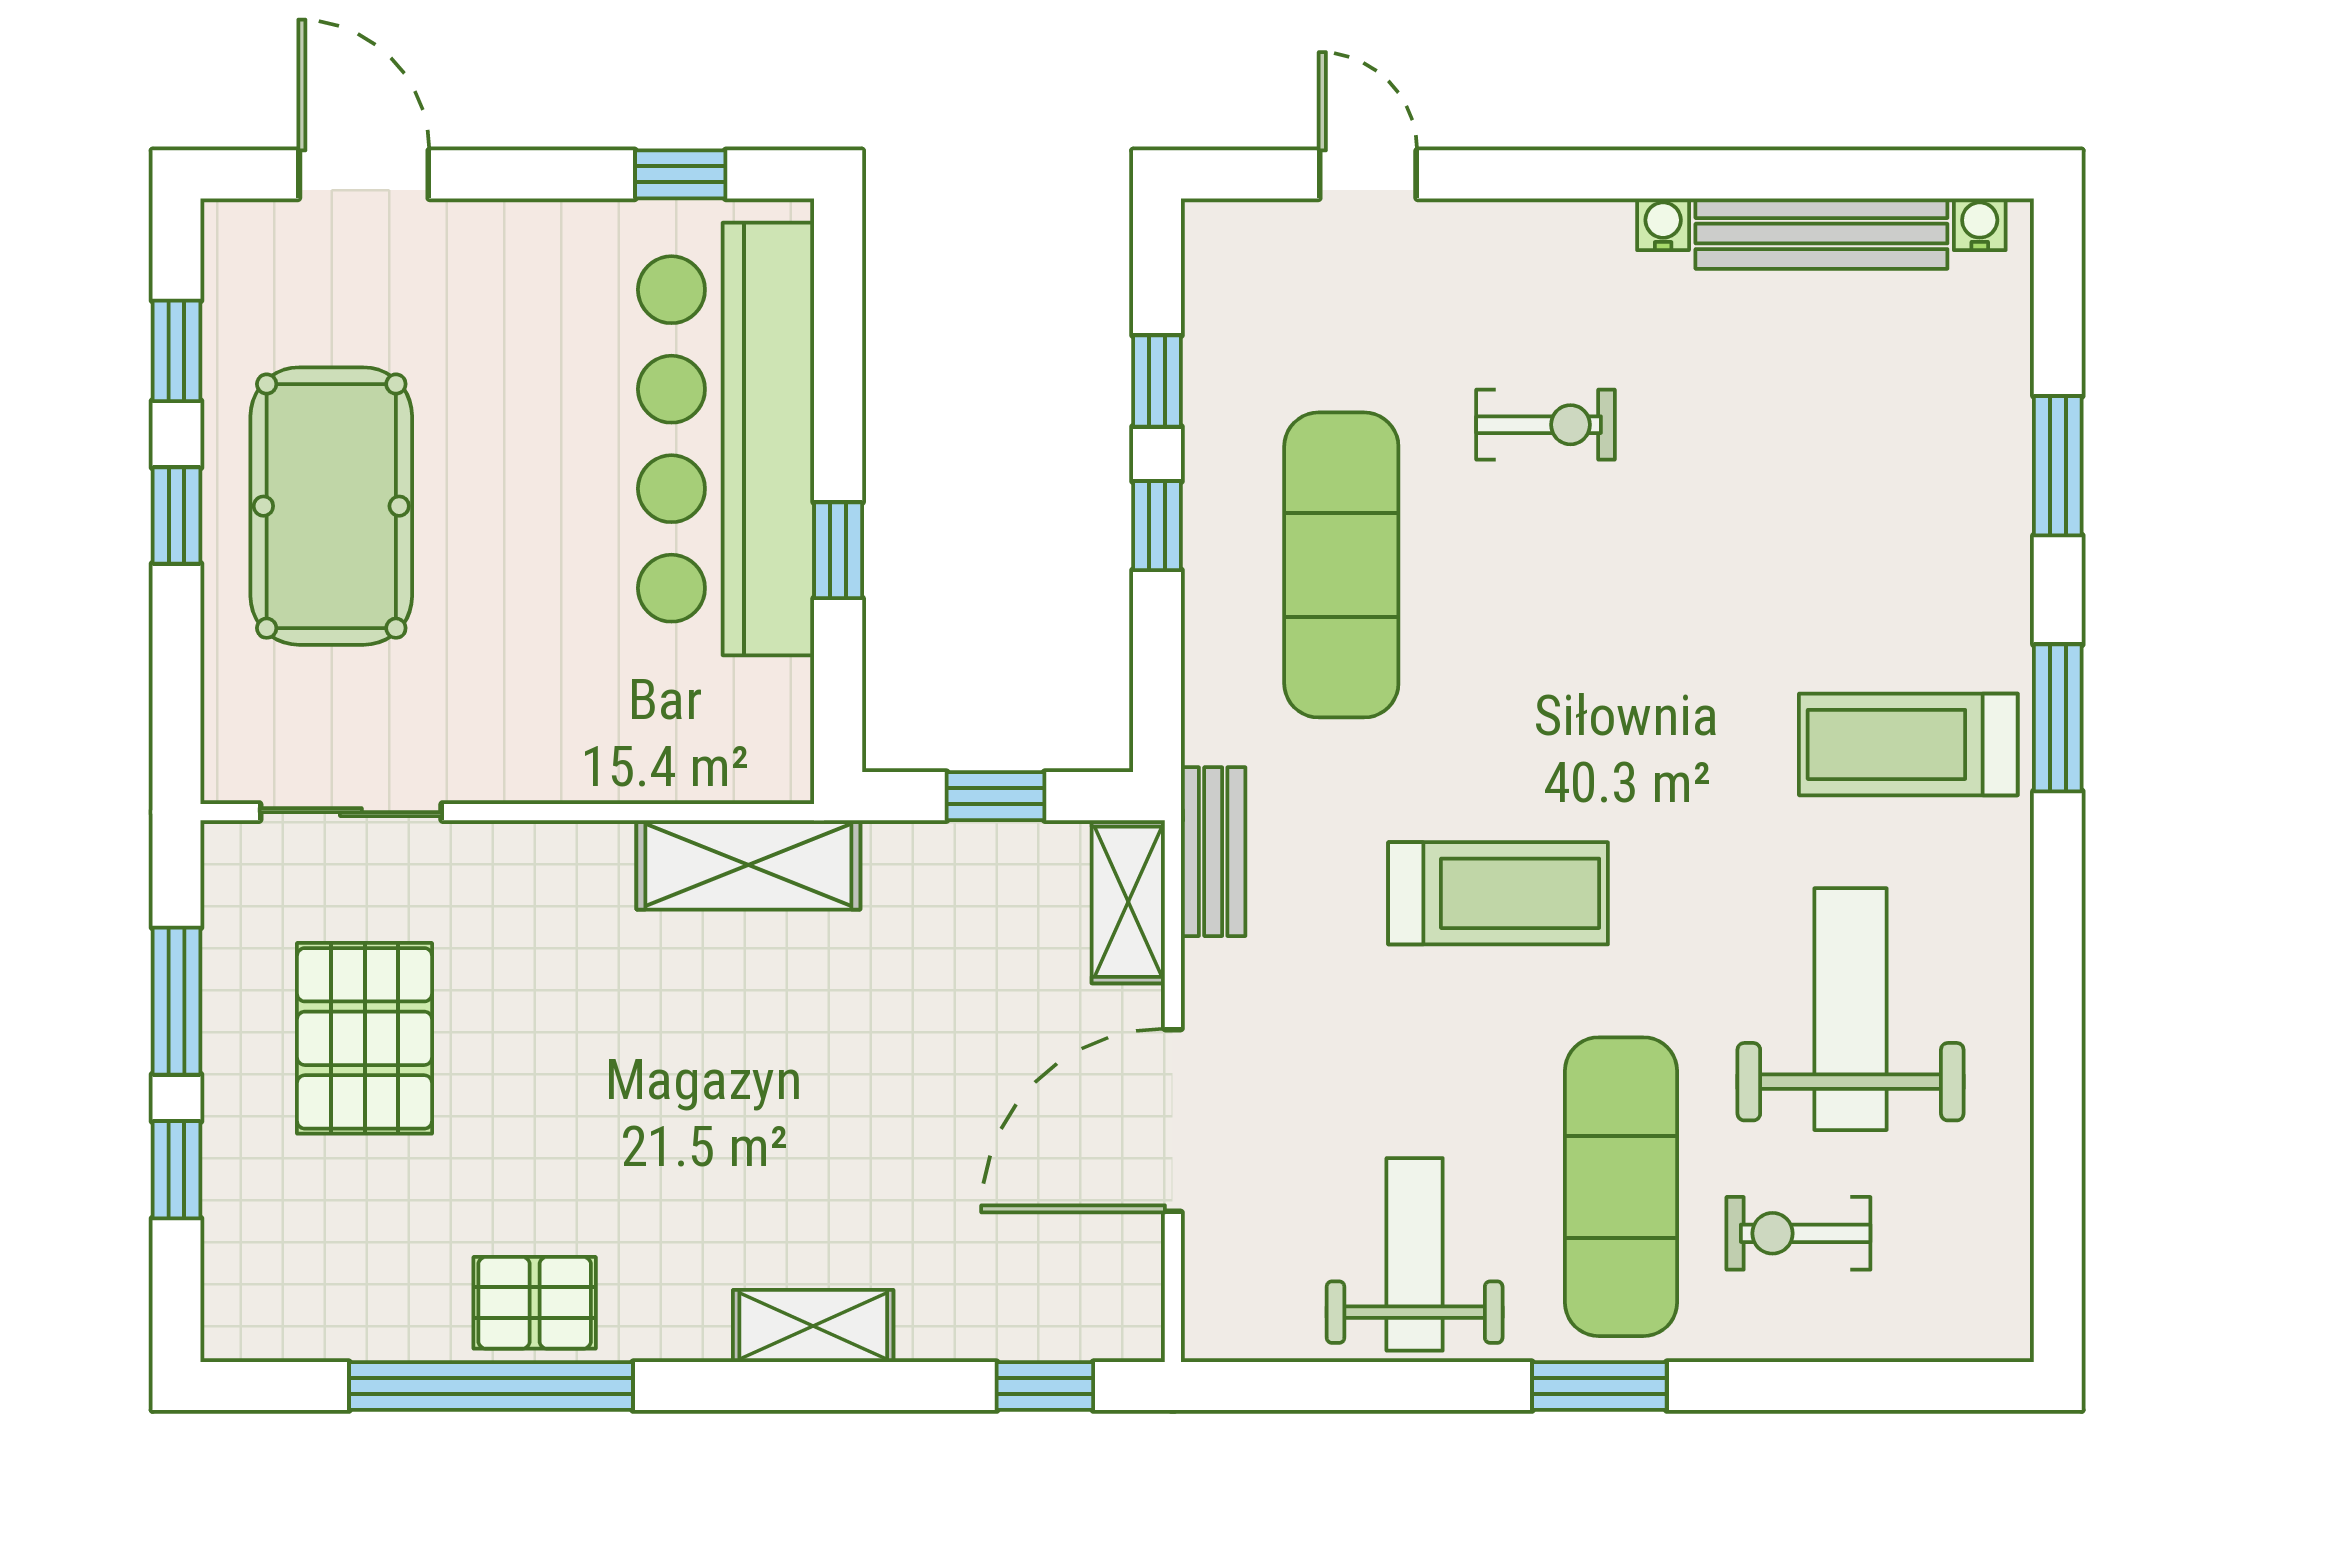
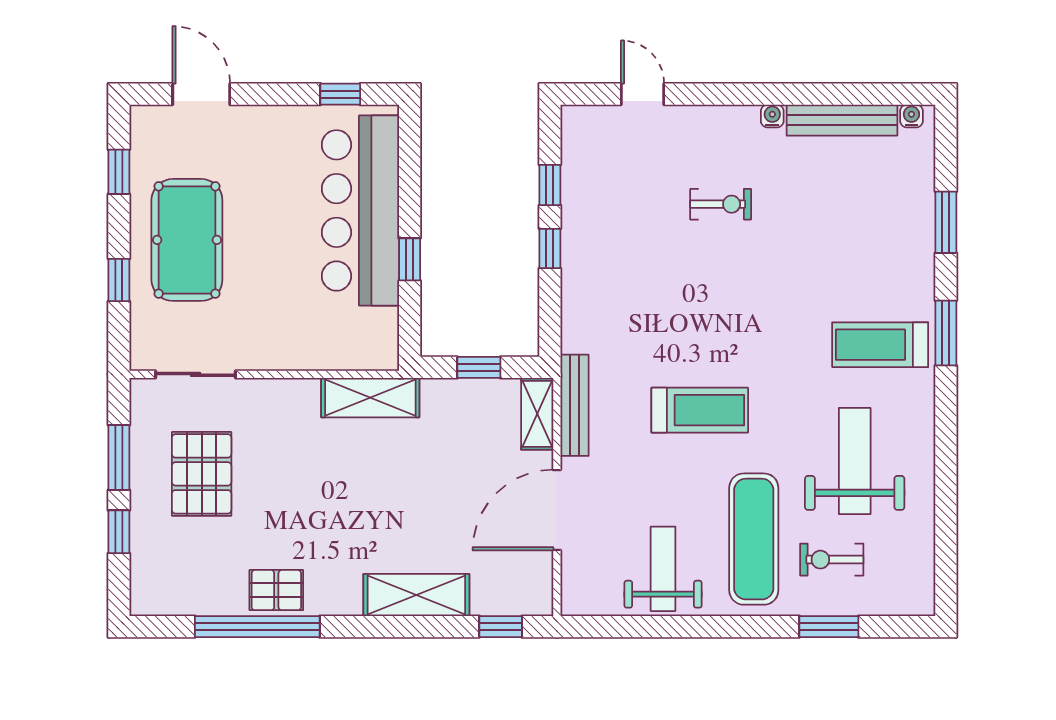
window: (177, 516) -> (119, 280), moved
exercise mat: (1341, 565) -> (631, 266), removed
bench: (1213, 852) -> (575, 405), width x1.36
shelving: (813, 1326) -> (416, 595), width x1.50, depth x1.33
window: (1599, 1386) -> (829, 627), moved

